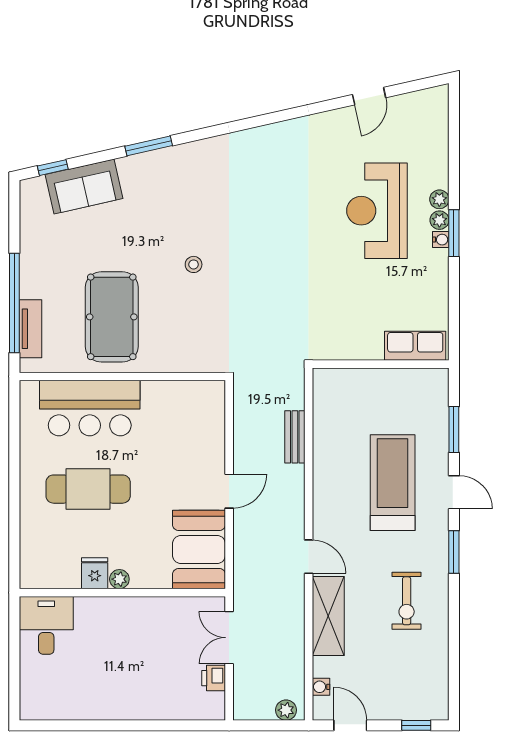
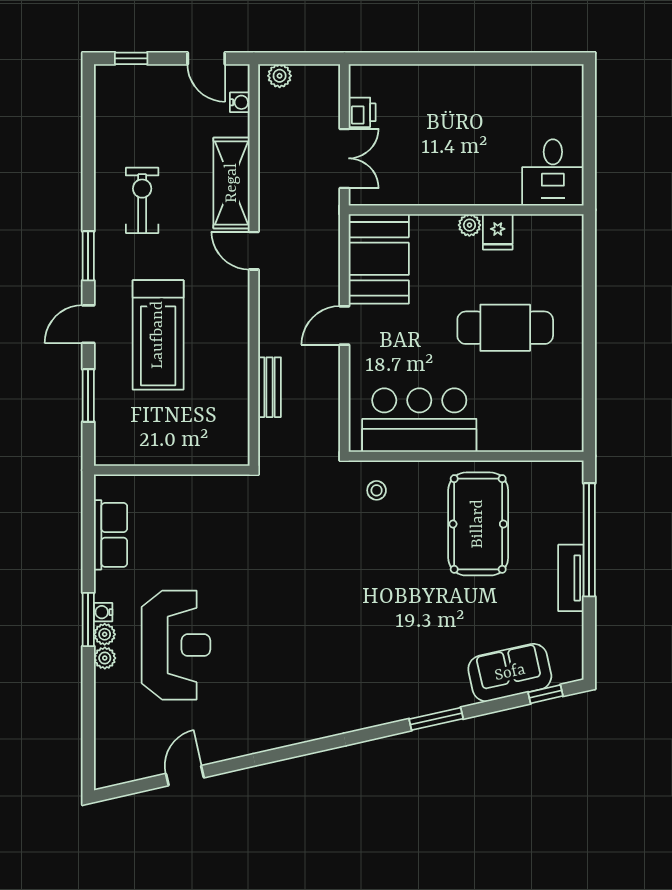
stool: (194, 264) -> (377, 490), moved
tv unit: (30, 329) -> (571, 578), moved
row of seats: (415, 346) -> (111, 535), moved, turned -90
bar counter: (90, 408) -> (419, 420), moved
door: (454, 492) -> (88, 324), hinge flipped

